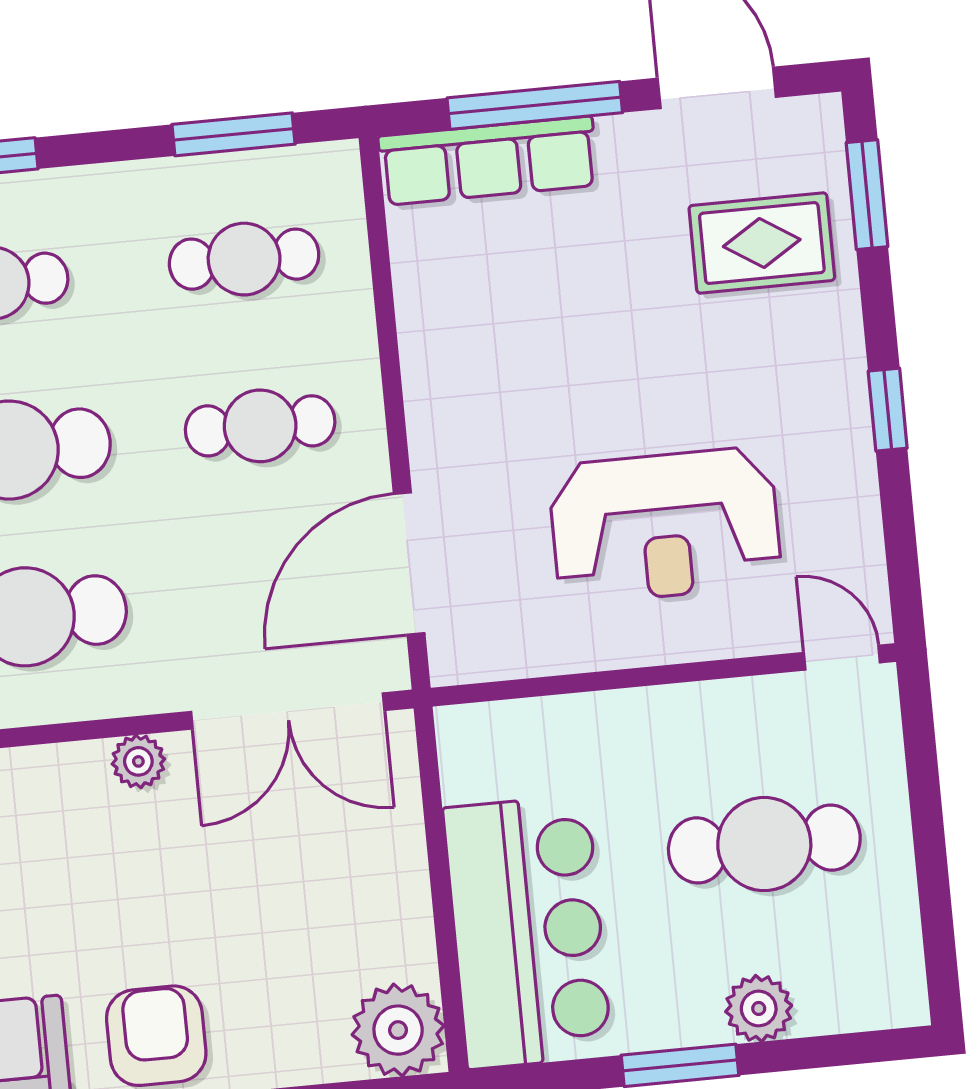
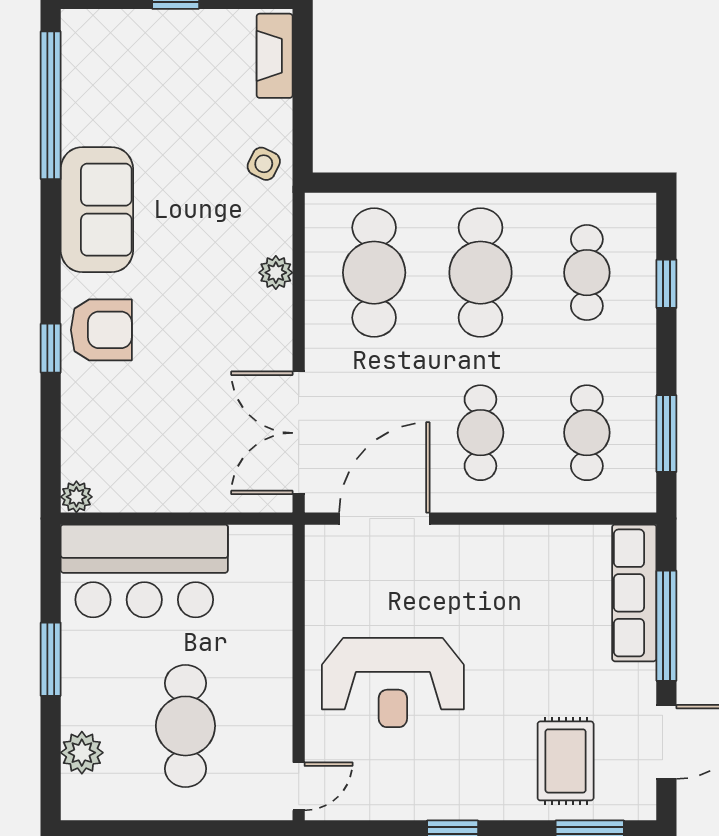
reception desk: (665, 526) -> (393, 683), turned -90
door: (409, 563) -> (384, 519), hinge flipped
plant: (138, 761) -> (276, 273), moved
plant: (759, 1008) -> (82, 753), moved
plant: (398, 1030) -> (76, 497), width x0.53, depth x0.53

